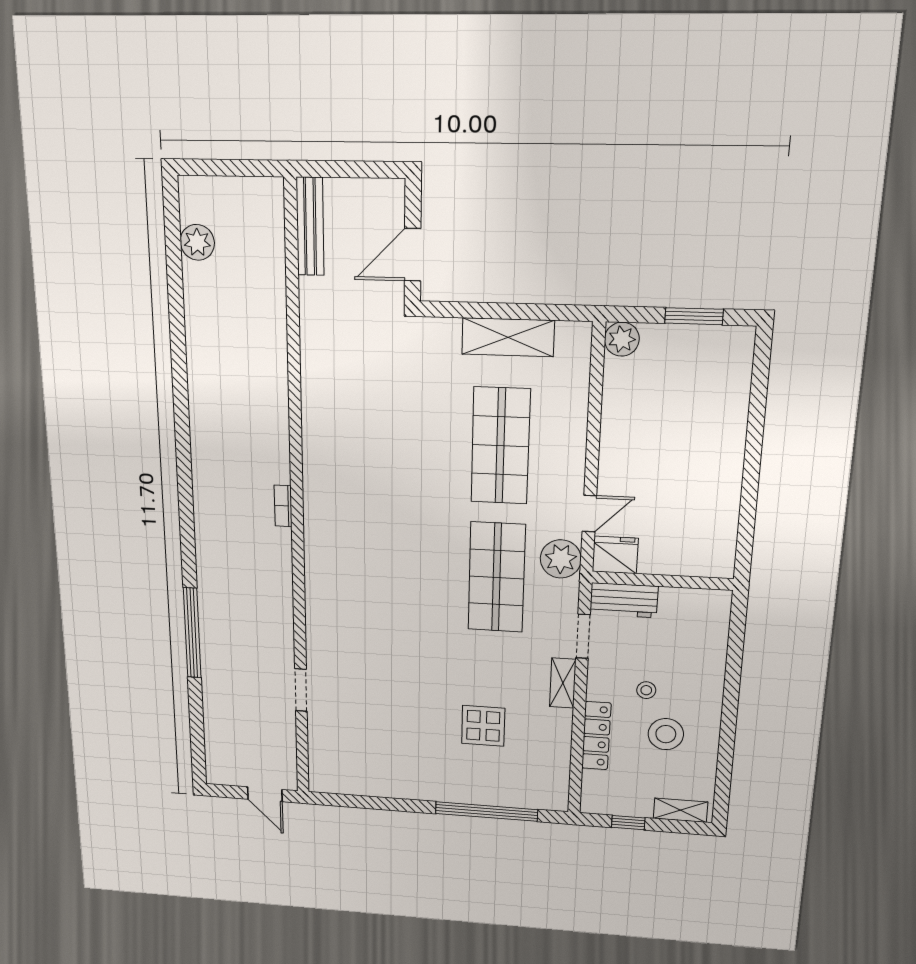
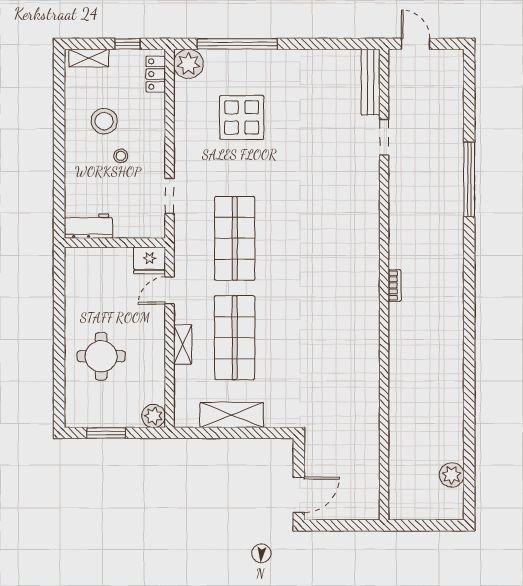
bench: (310, 227) -> (371, 82), moved
door: (413, 255) -> (299, 495), moved
round table: (693, 427) -> (101, 356), added
plant: (561, 559) -> (188, 64), moved
workbench: (624, 600) -> (88, 226), moved
shelving: (563, 683) -> (183, 344), moved
display table: (483, 726) -> (242, 117), width x1.36, depth x1.36
locker: (596, 736) -> (156, 74), moved, width x0.66

